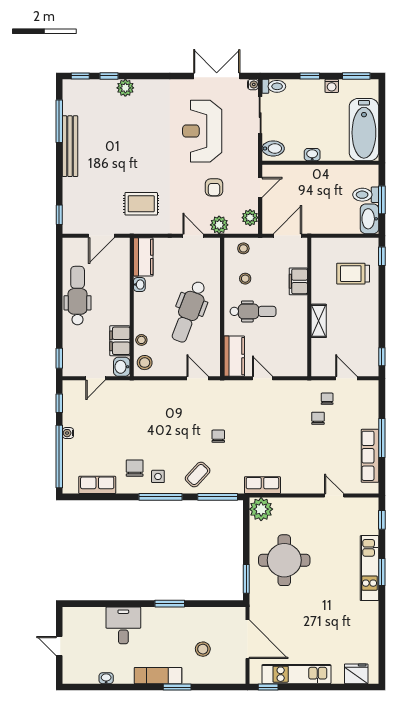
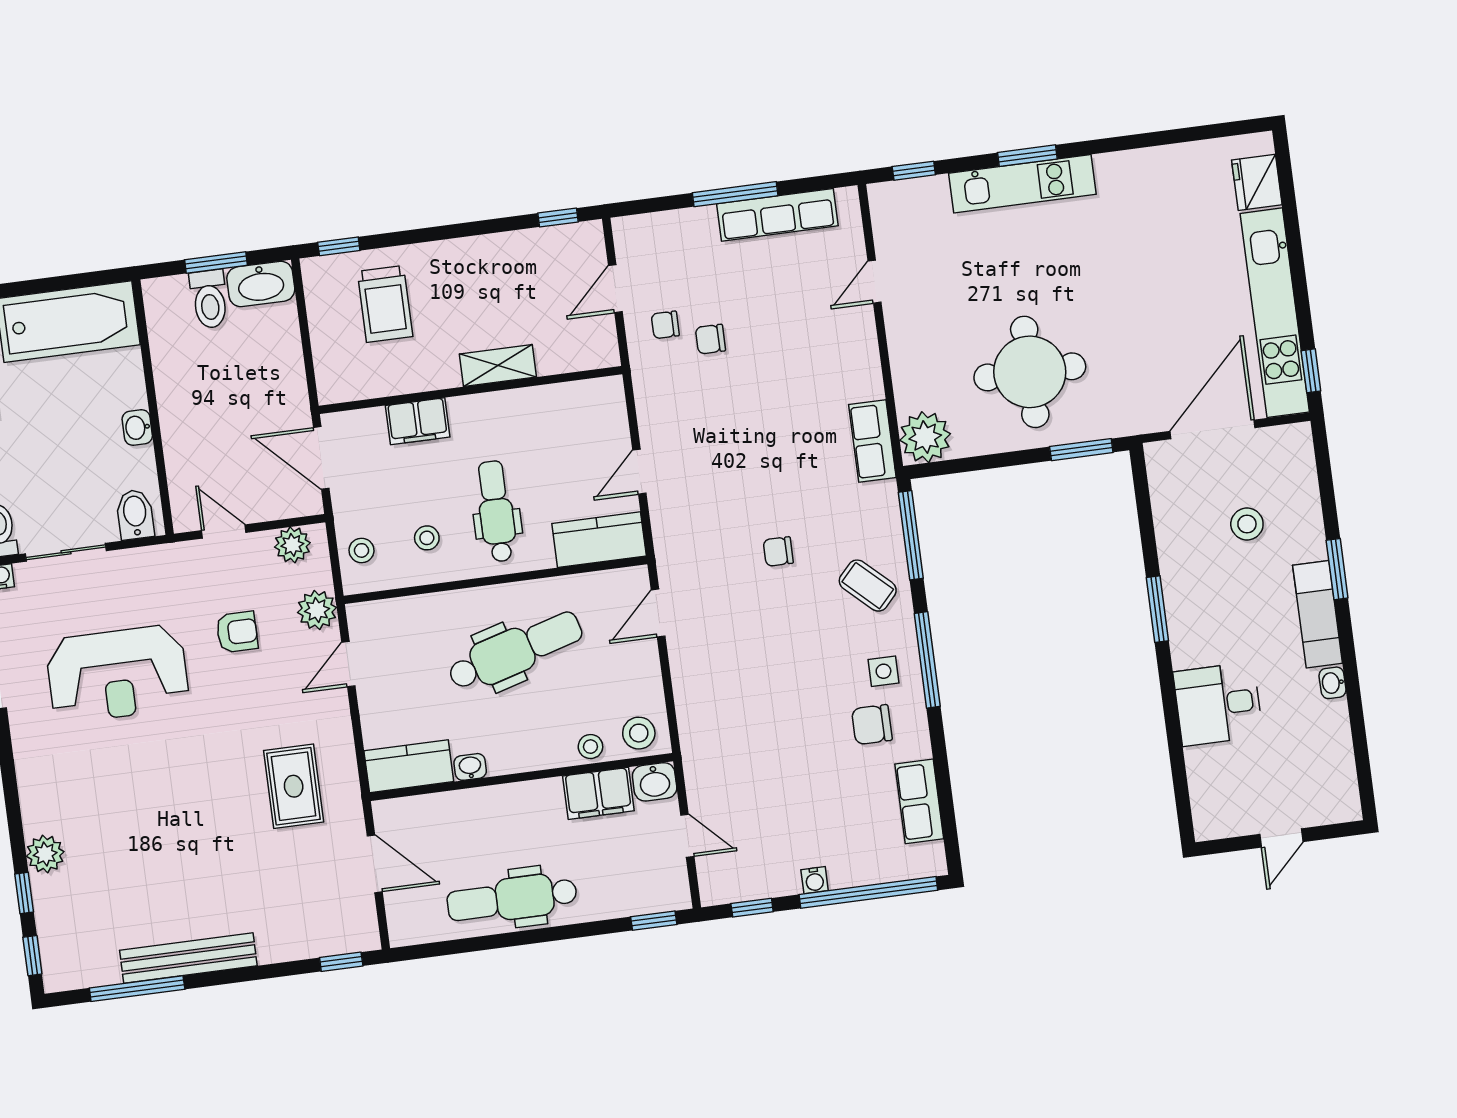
dental chair: (189, 312) -> (515, 651), turned -37
kitchen unit: (296, 674) -> (1275, 313), width x1.36
washbasin: (106, 678) -> (1333, 683), moved

